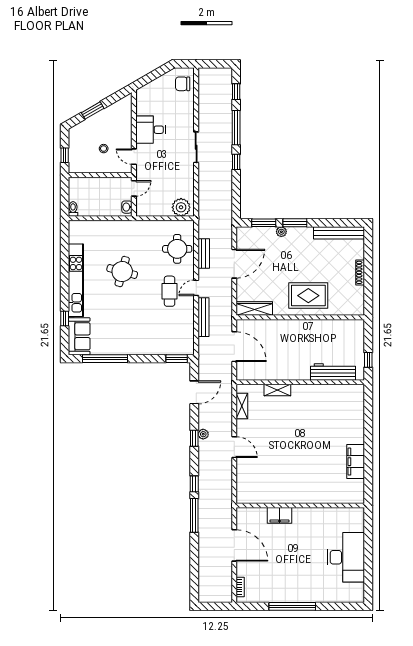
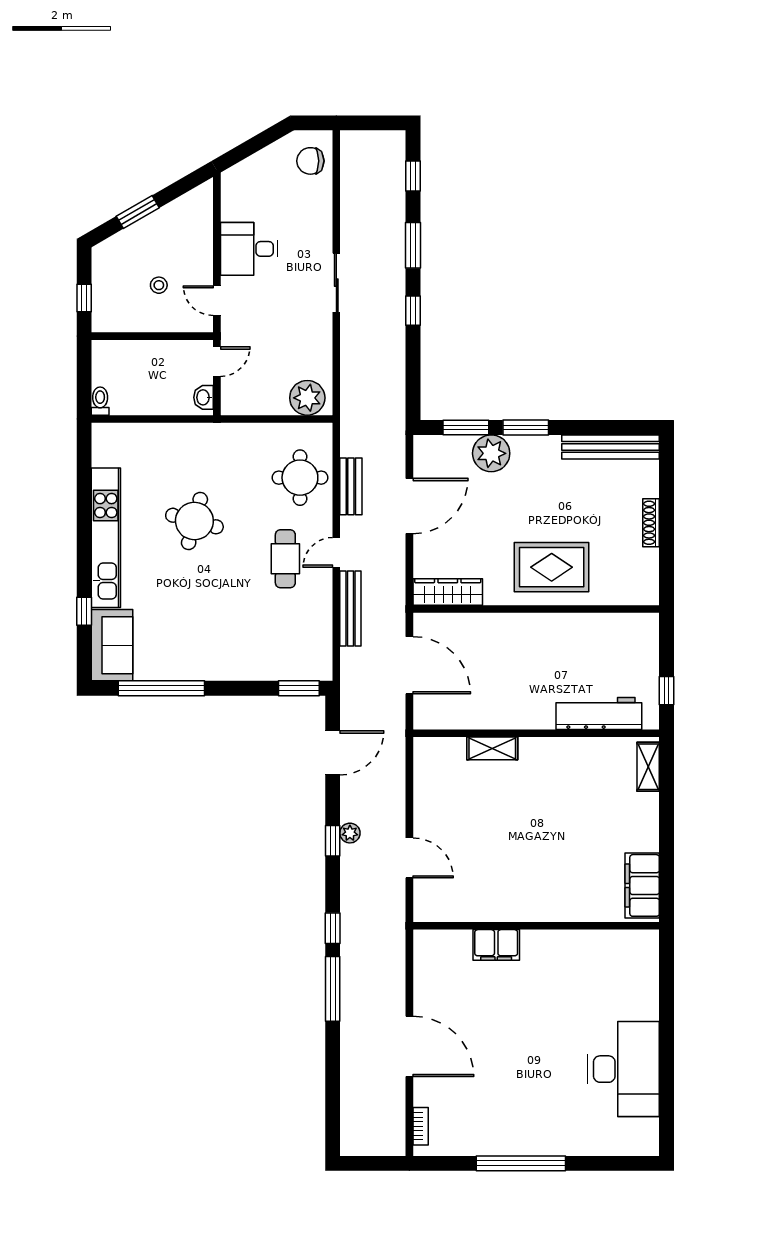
window: (236, 128) -> (413, 245), width x0.69
plant: (281, 232) -> (491, 453), width x1.88, depth x1.88
shelving: (242, 406) -> (648, 767), moved
wall: (300, 505) -> (536, 926), moved
filing cabinet: (279, 515) -> (496, 945), moved

